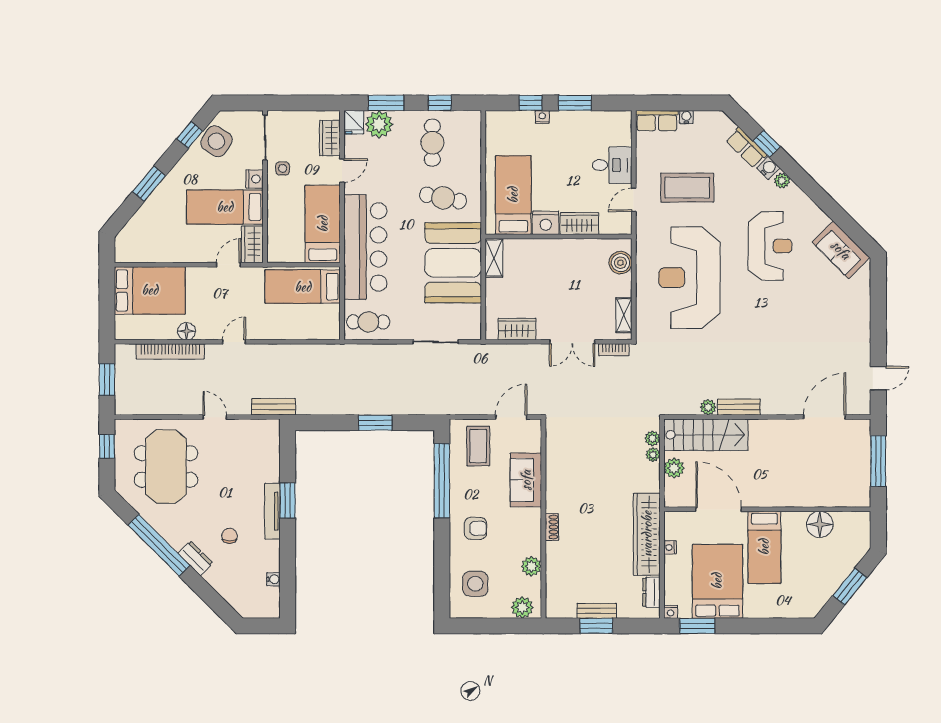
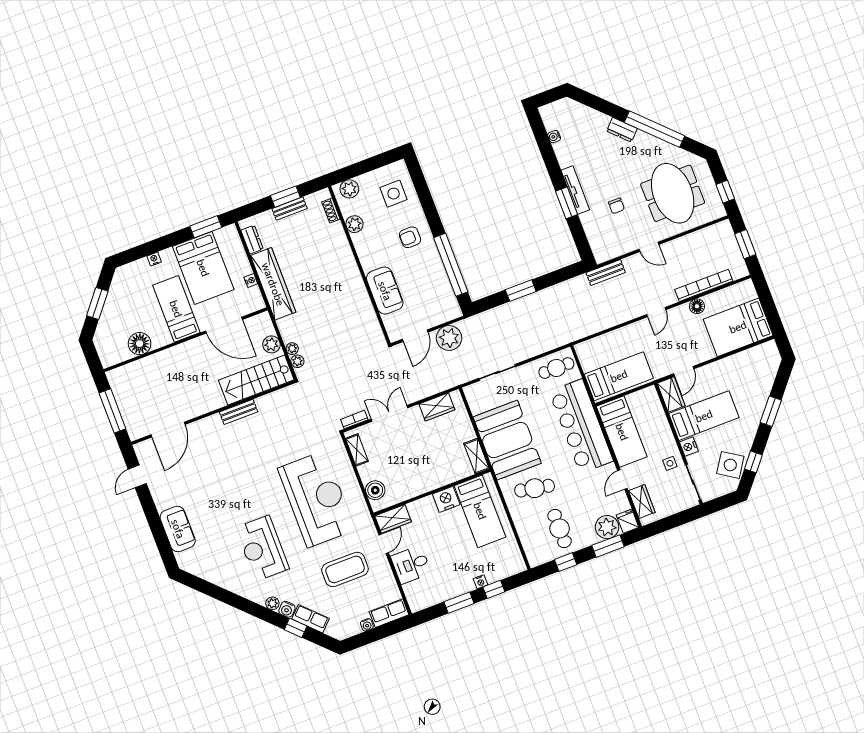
wardrobe: (579, 224) -> (393, 519), moved
sofa: (841, 250) -> (178, 529), moved, turned 45
plant: (708, 407) -> (449, 338), moved, width x1.88, depth x1.88
coffee table: (478, 446) -> (433, 303), removed
shoe rack: (552, 527) -> (331, 210), moved
chair: (230, 536) -> (616, 206), moved
nightstand: (671, 612) -> (154, 259), moved

